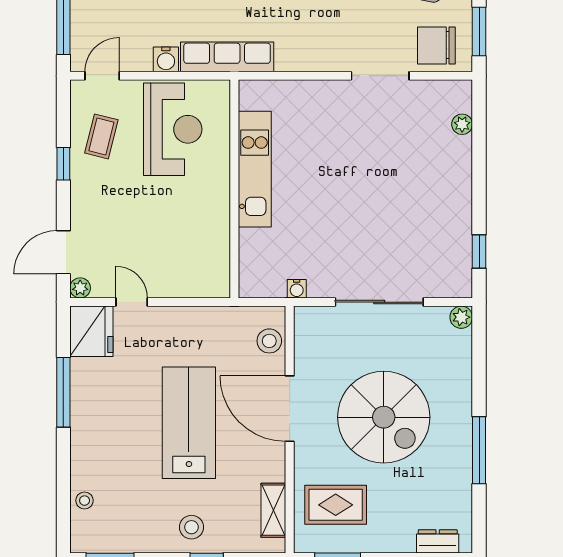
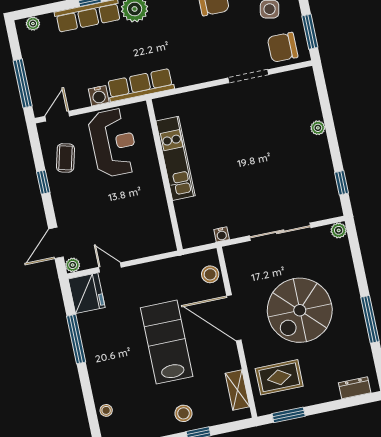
plant: (462, 124) -> (318, 128), moved
spiral stairs: (384, 417) -> (300, 310), turned 90

